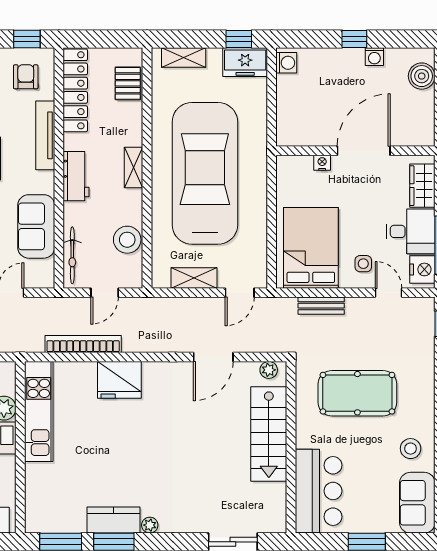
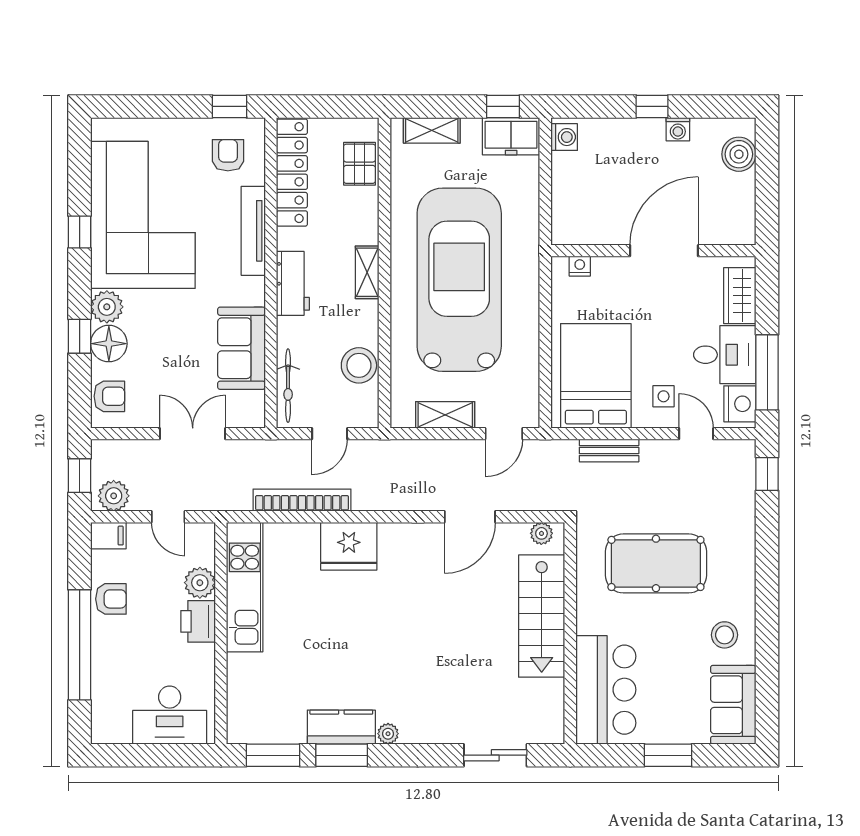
nightstand: (322, 163) -> (580, 266), moved

